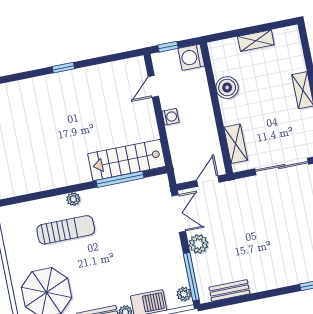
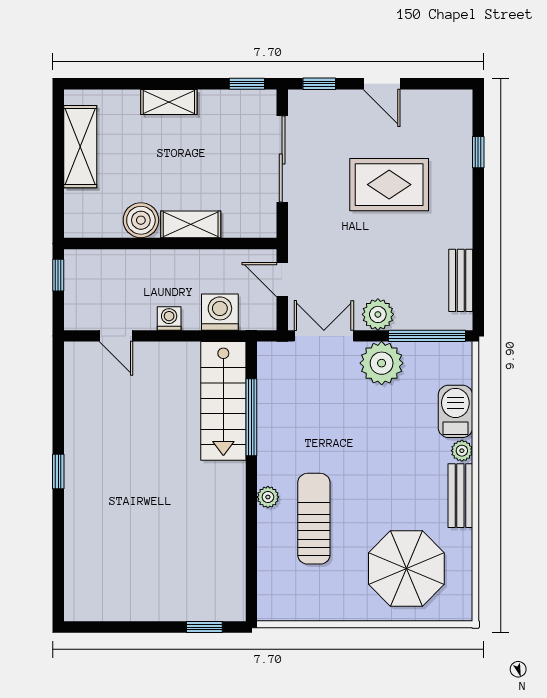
shelving: (256, 41) -> (80, 147), width x1.50, depth x1.33
window: (168, 47) -> (58, 275), moved
washing machine: (191, 57) -> (220, 312), moved, turned 180
shelving: (236, 144) -> (191, 224), moved
rug: (279, 235) -> (389, 185), added
plant: (184, 294) -> (382, 363), moved, width x1.88, depth x1.88

